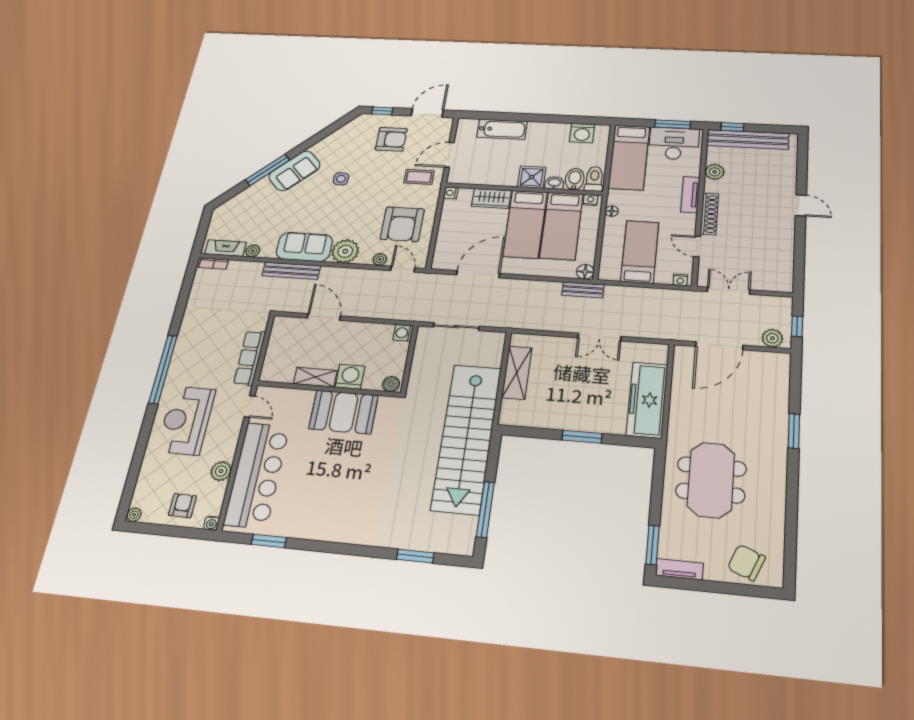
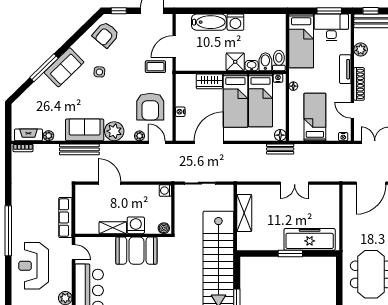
washing machine: (582, 133) -> (235, 22), moved
armchair: (391, 139) -> (106, 35), moved, turned 130
nightstand: (451, 193) -> (180, 112), moved
freezer: (647, 400) -> (310, 239), moved, turned 90

